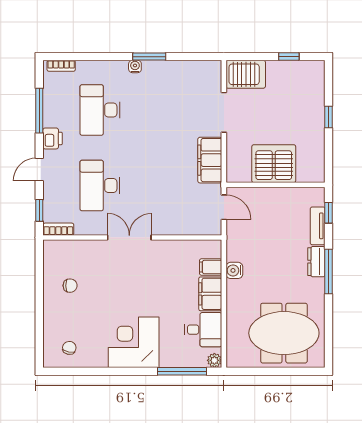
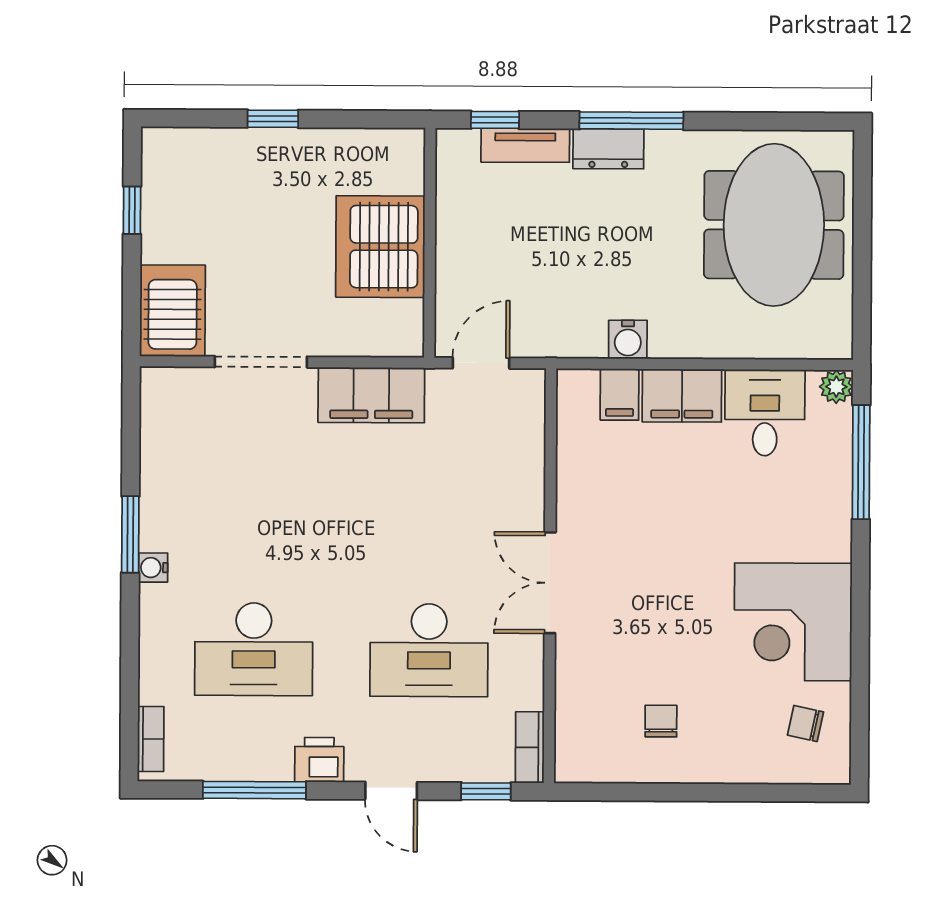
corner desk: (134, 342) -> (793, 622), moved

